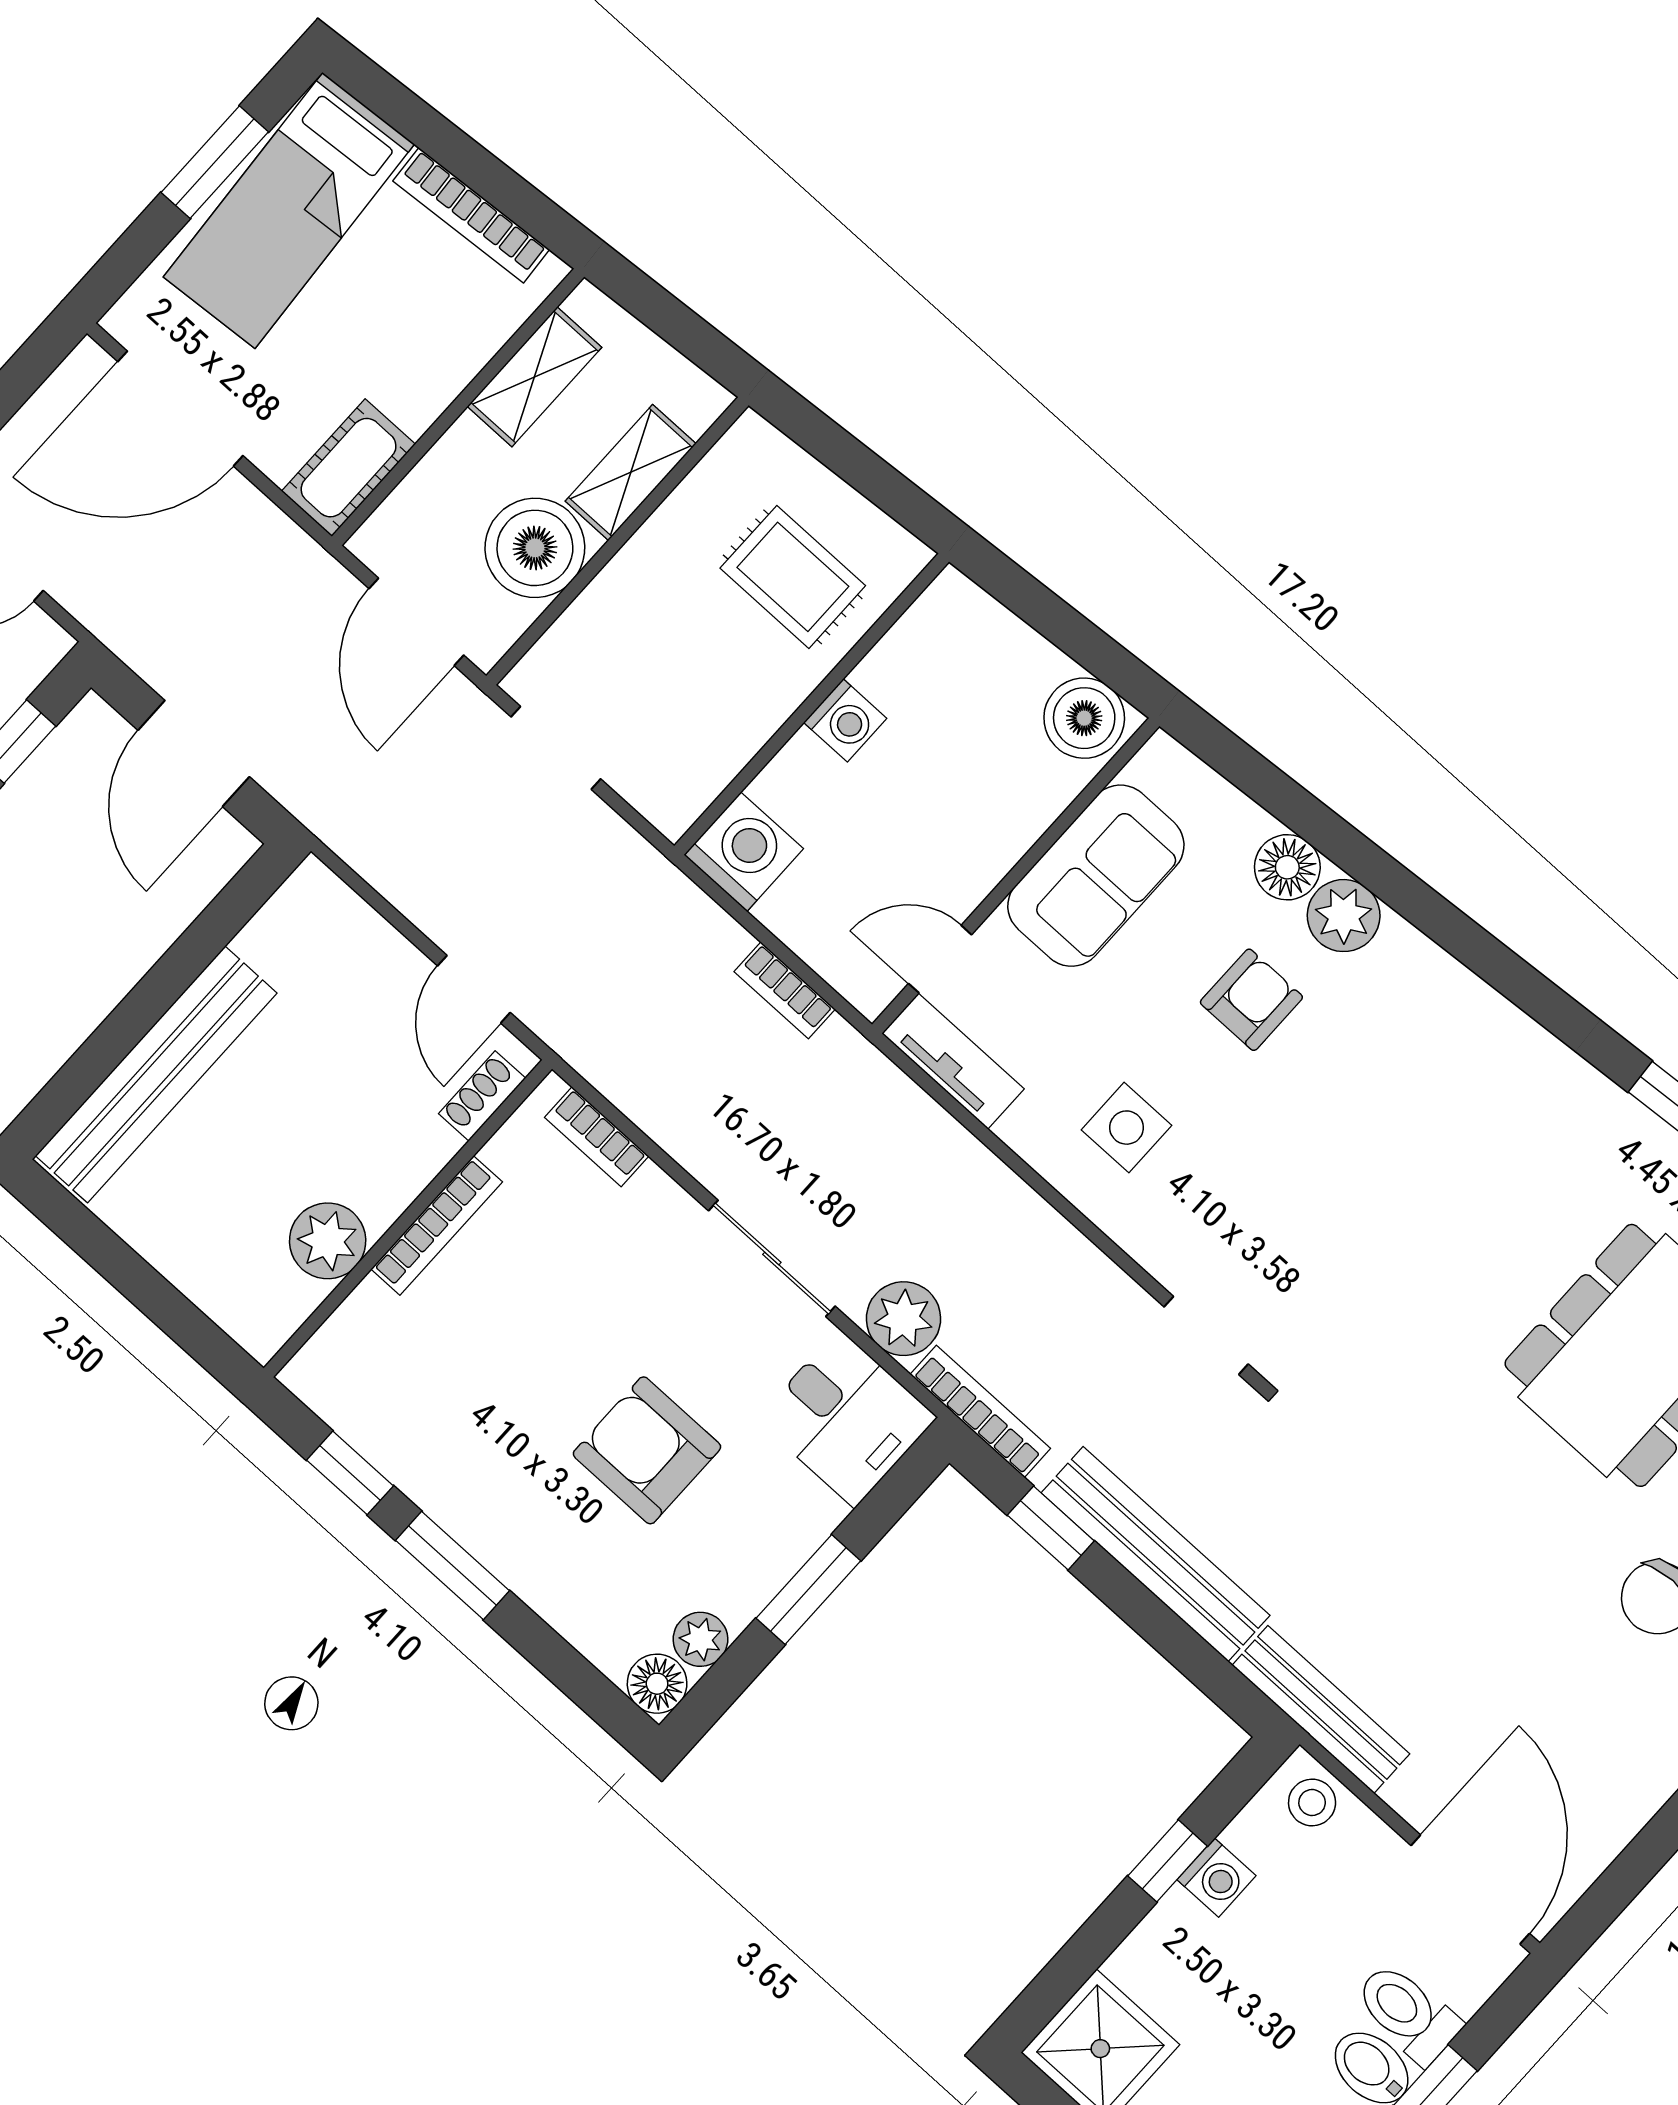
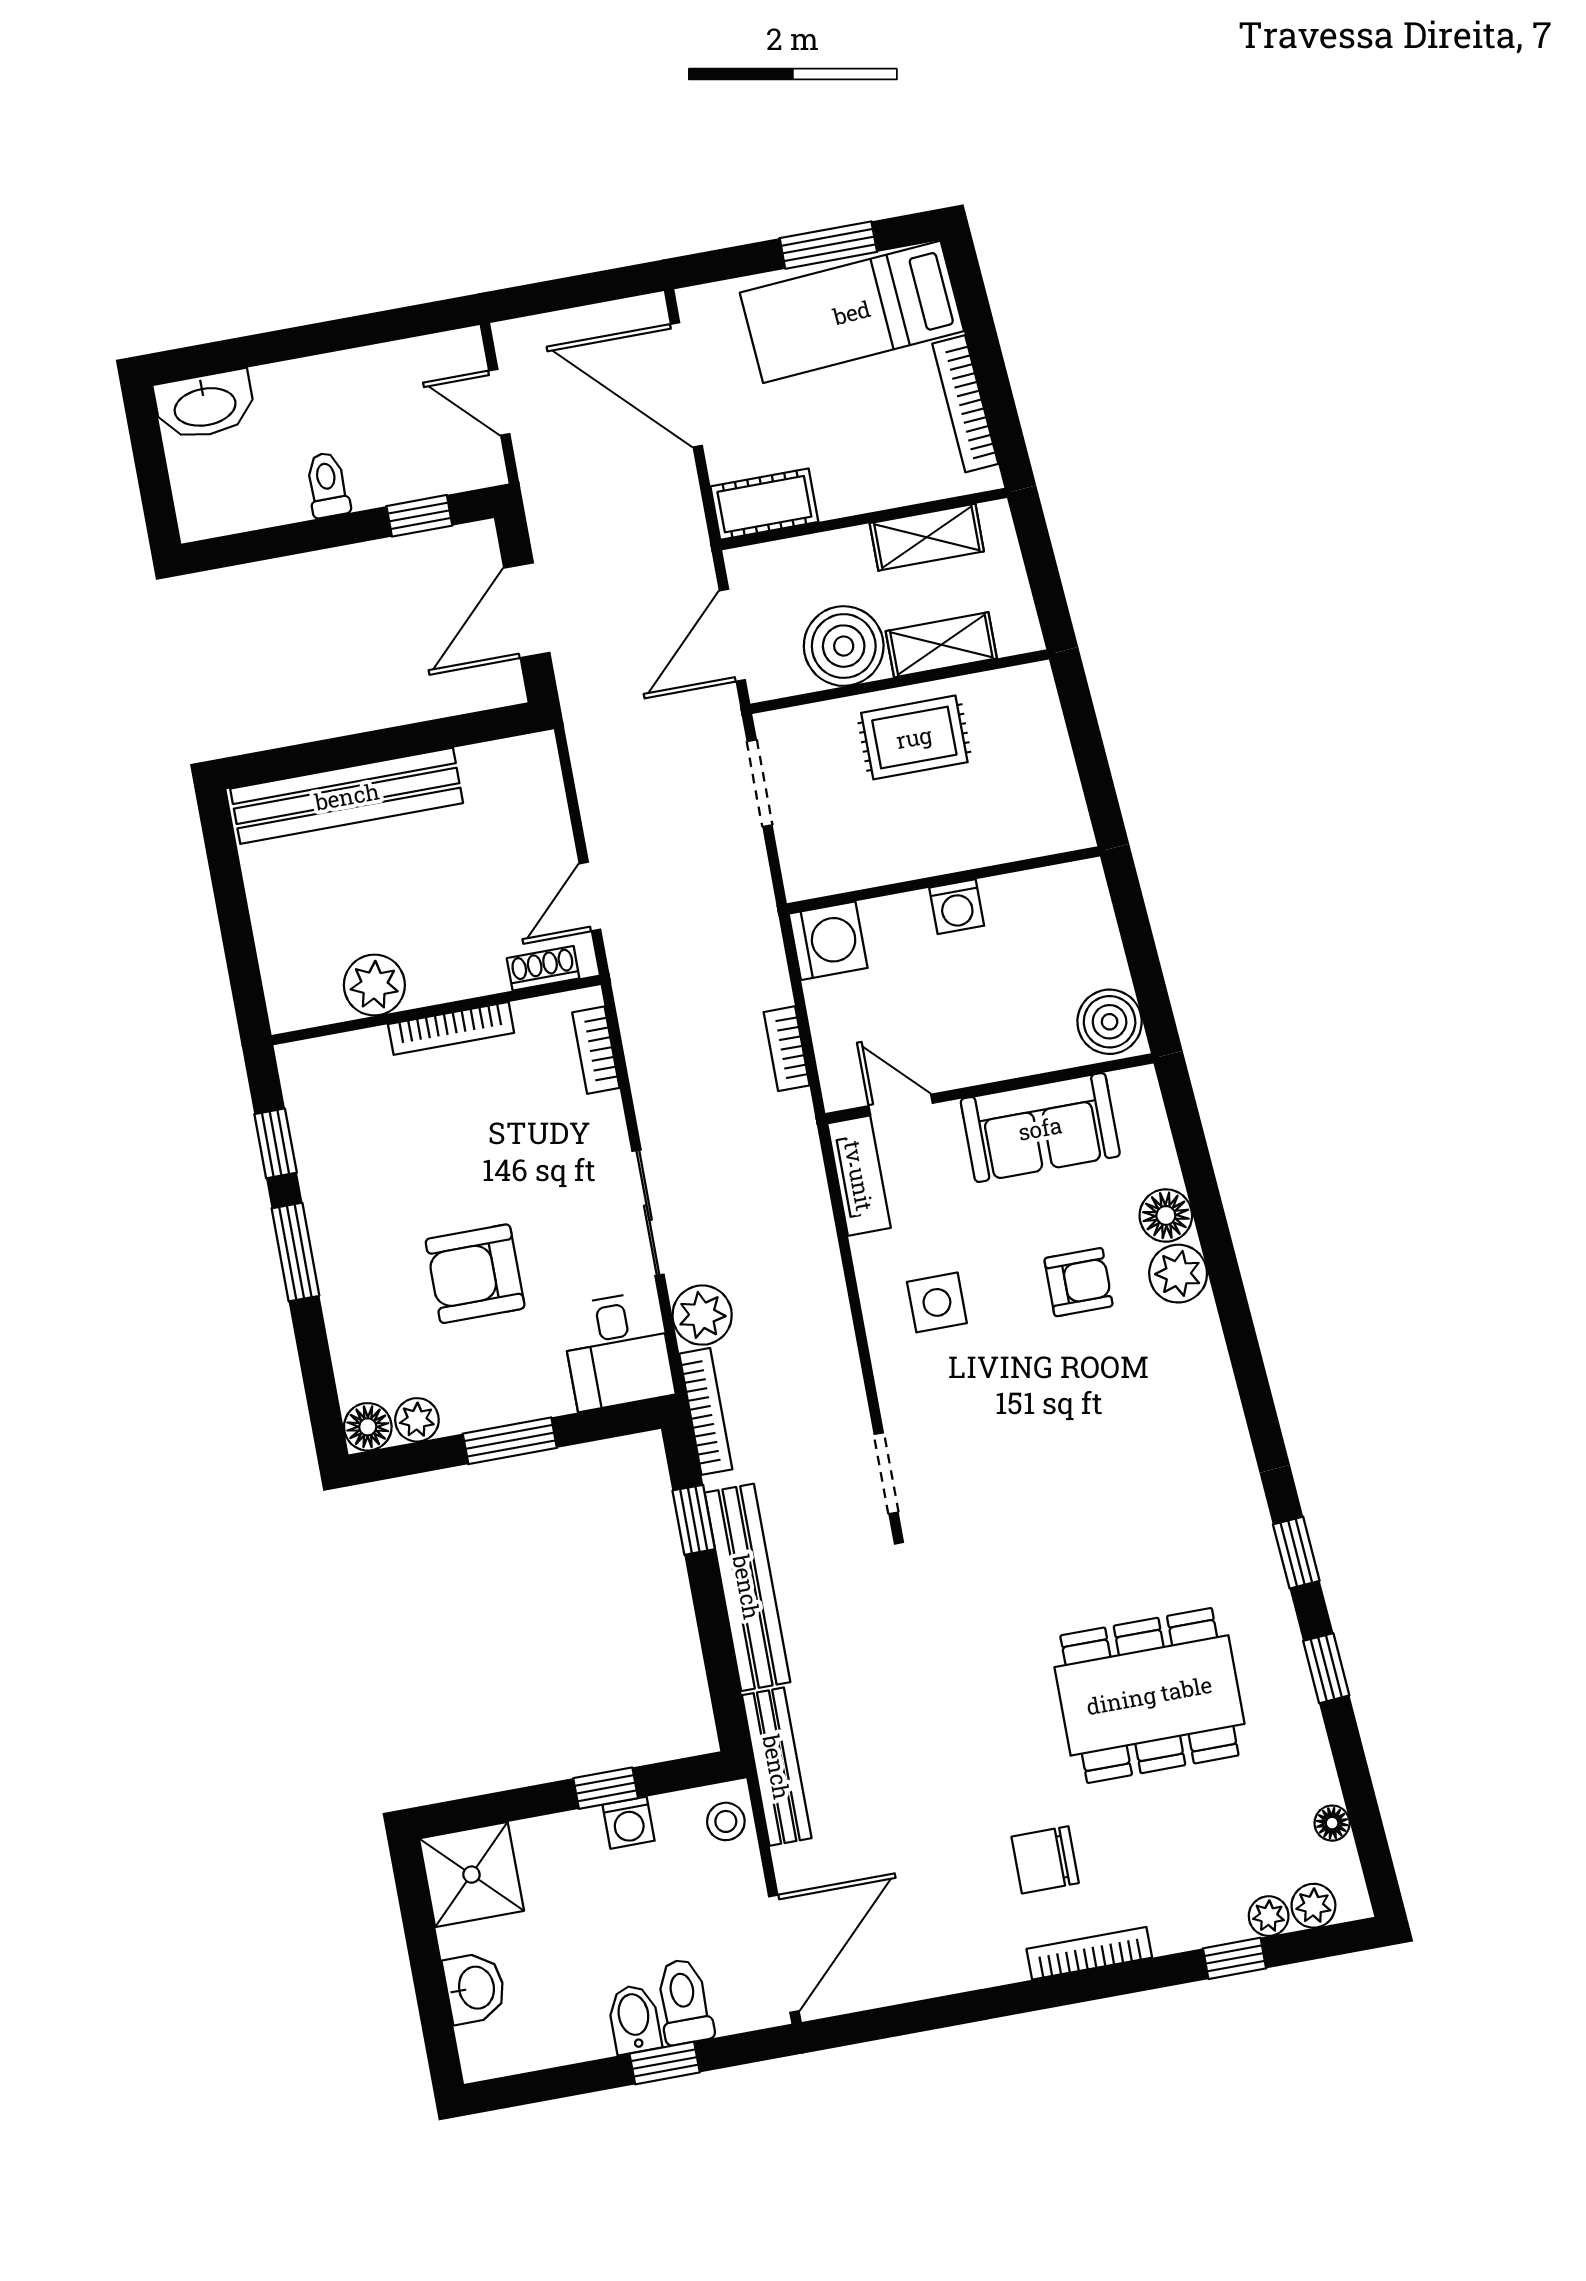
rug: (793, 577) -> (914, 737), moved, turned 90
armchair: (647, 1450) -> (475, 1274), turned -90

